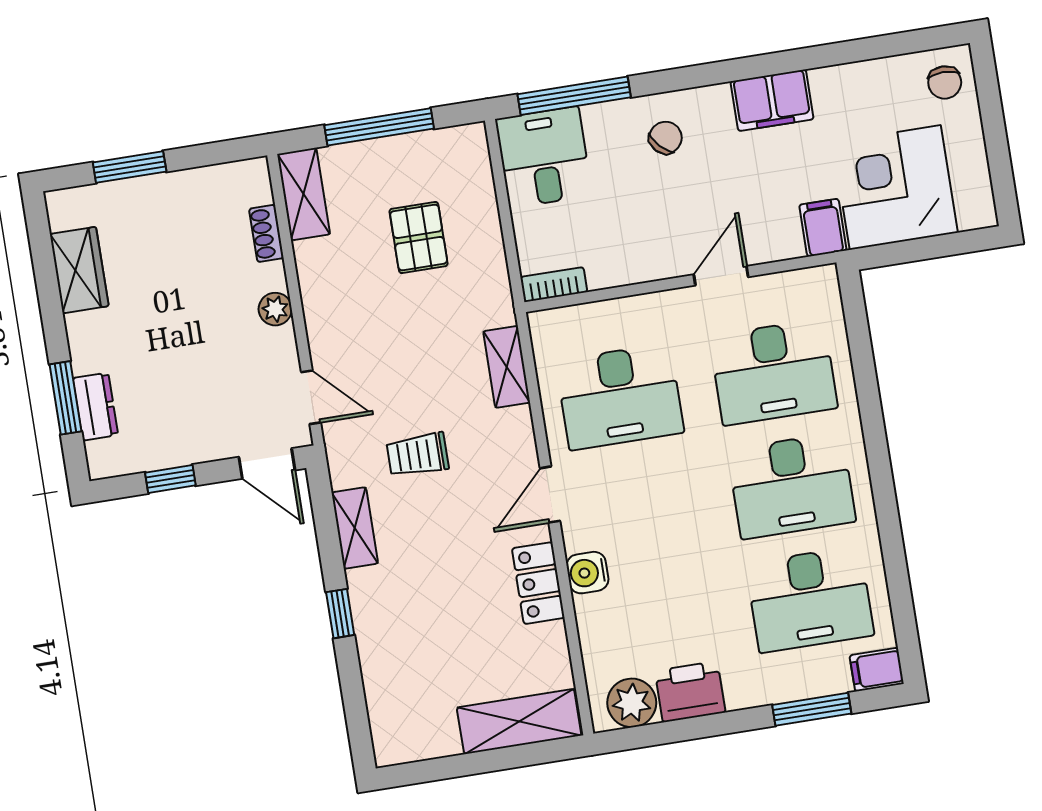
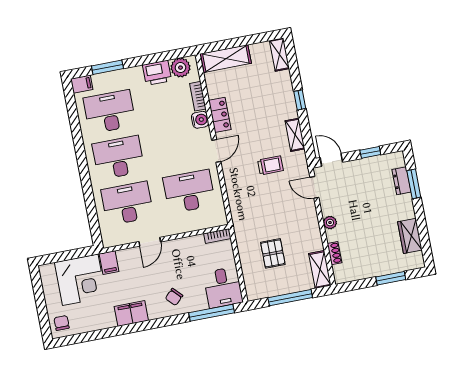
shelving: (507, 367) -> (279, 55), moved
bookcase: (591, 631) -> (198, 96), added

